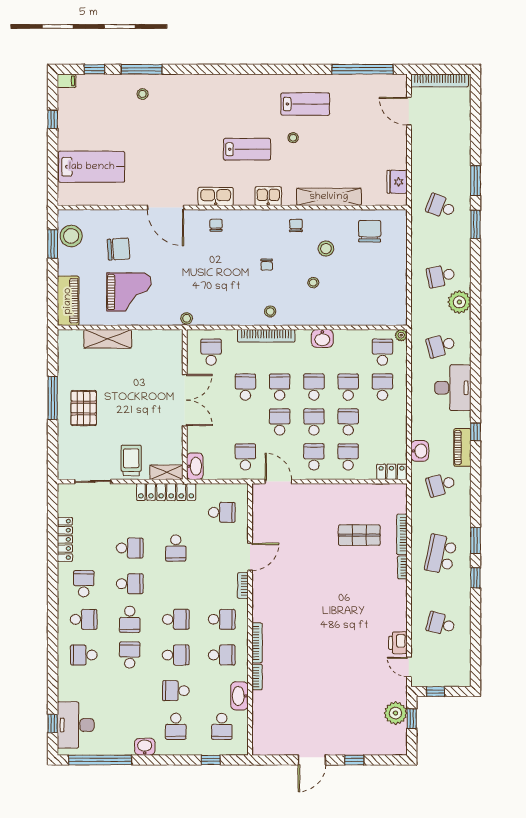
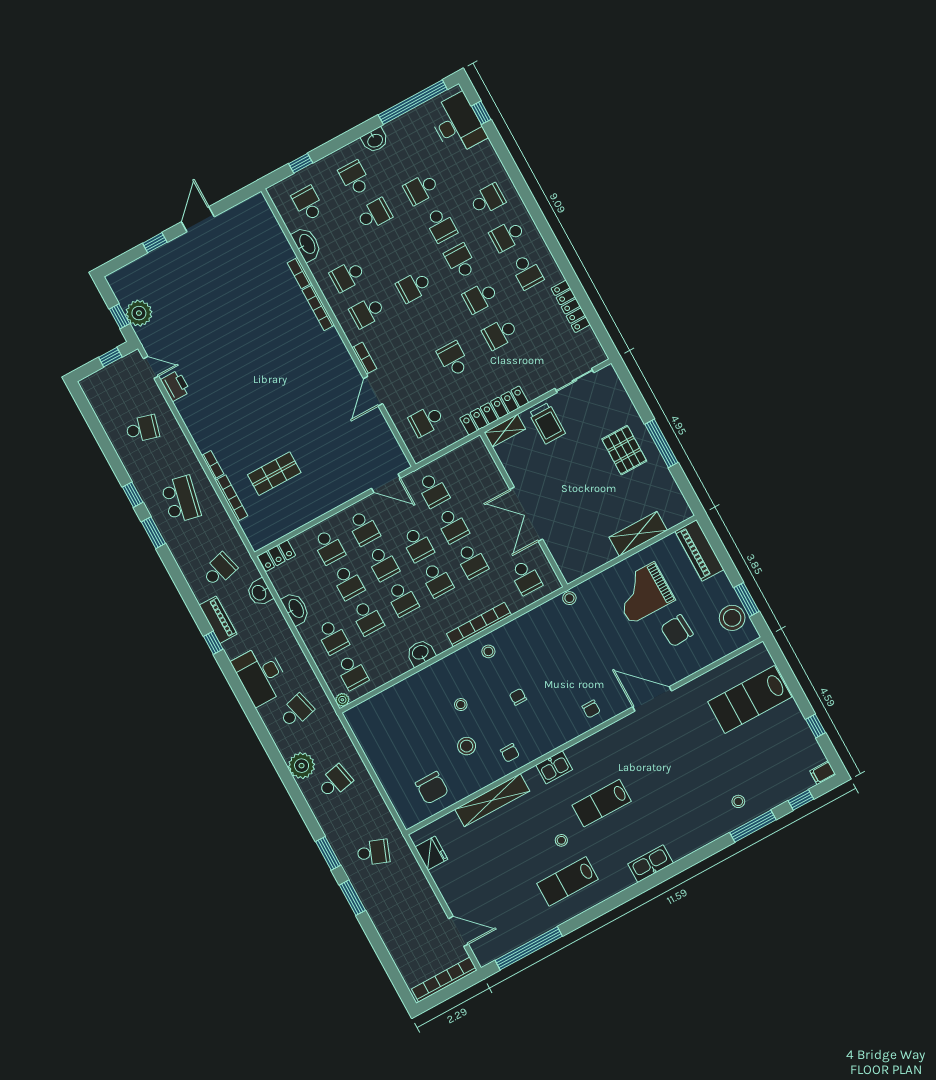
kitchen sink: (216, 196) -> (651, 864), moved, turned 180
school desk: (245, 422) -> (452, 525), added
washbasin: (195, 466) -> (296, 609), moved, turned 180
school desk: (176, 655) -> (421, 189), moved

